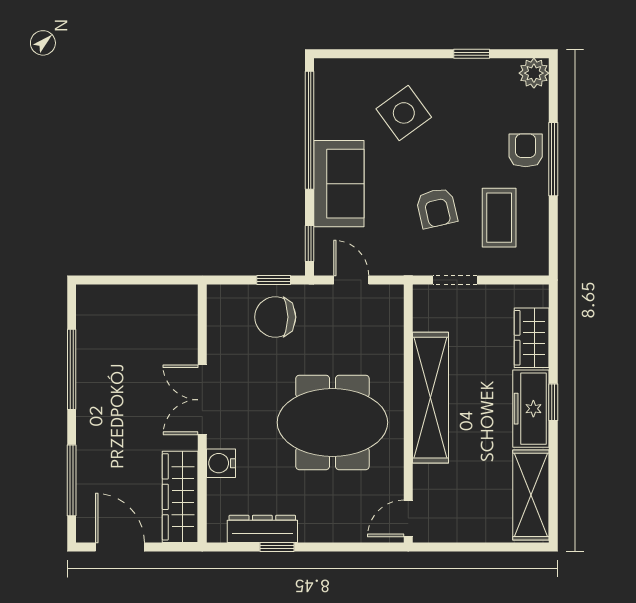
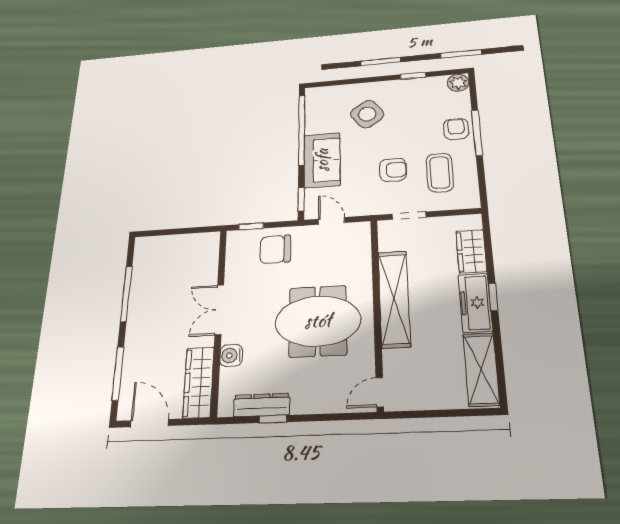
armchair: (437, 208) -> (393, 170), turned -77
window: (274, 280) -> (251, 226), moved

